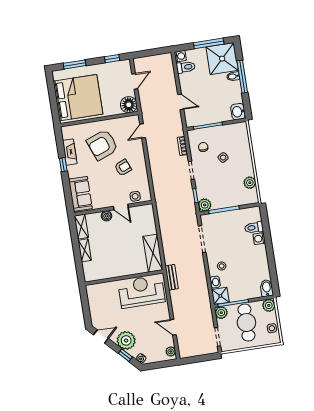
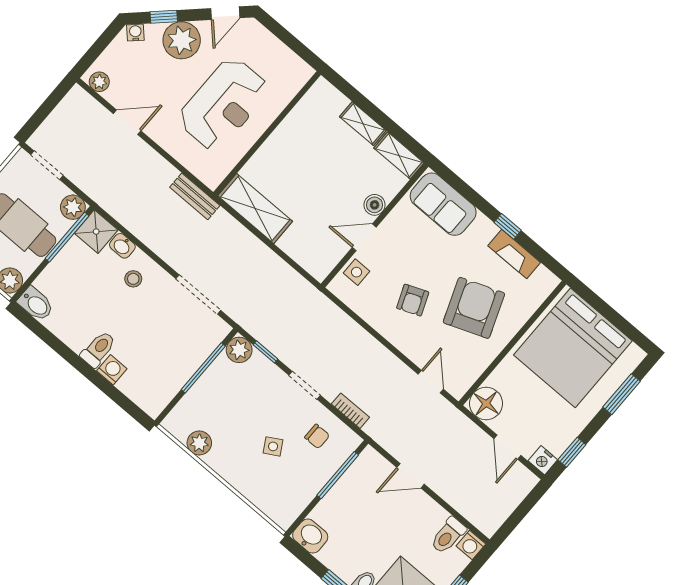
nightstand: (126, 65) -> (543, 460), added
toilet: (254, 228) -> (98, 349), moved
reception desk: (141, 292) -> (223, 104), moved

